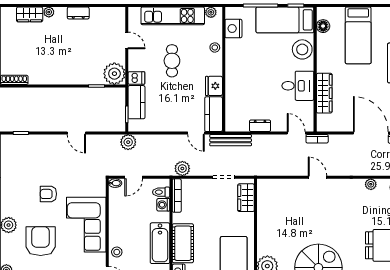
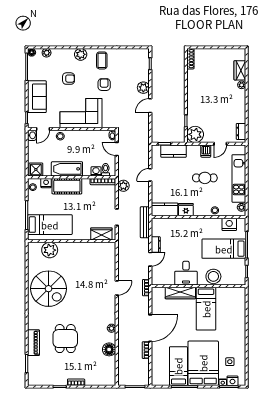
dresser: (78, 13) -> (241, 131), moved
bed: (285, 20) -> (224, 249), moved, turned -90
floor lamp: (323, 26) -> (231, 292), removed
bed: (358, 35) -> (206, 309), moved, turned -90
dishwasher: (136, 78) -> (206, 151), moved
door: (196, 133) -> (150, 175), moved
door: (296, 133) -> (150, 259), moved
plant: (128, 142) -> (143, 88), moved
coffee table: (17, 197) -> (102, 60), added
armchair: (41, 241) -> (69, 79), width x0.53, depth x0.53

